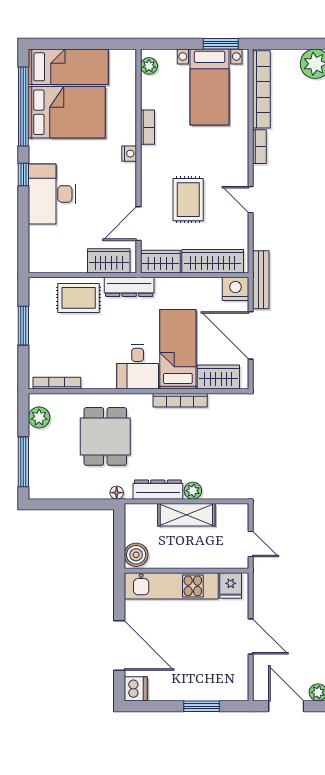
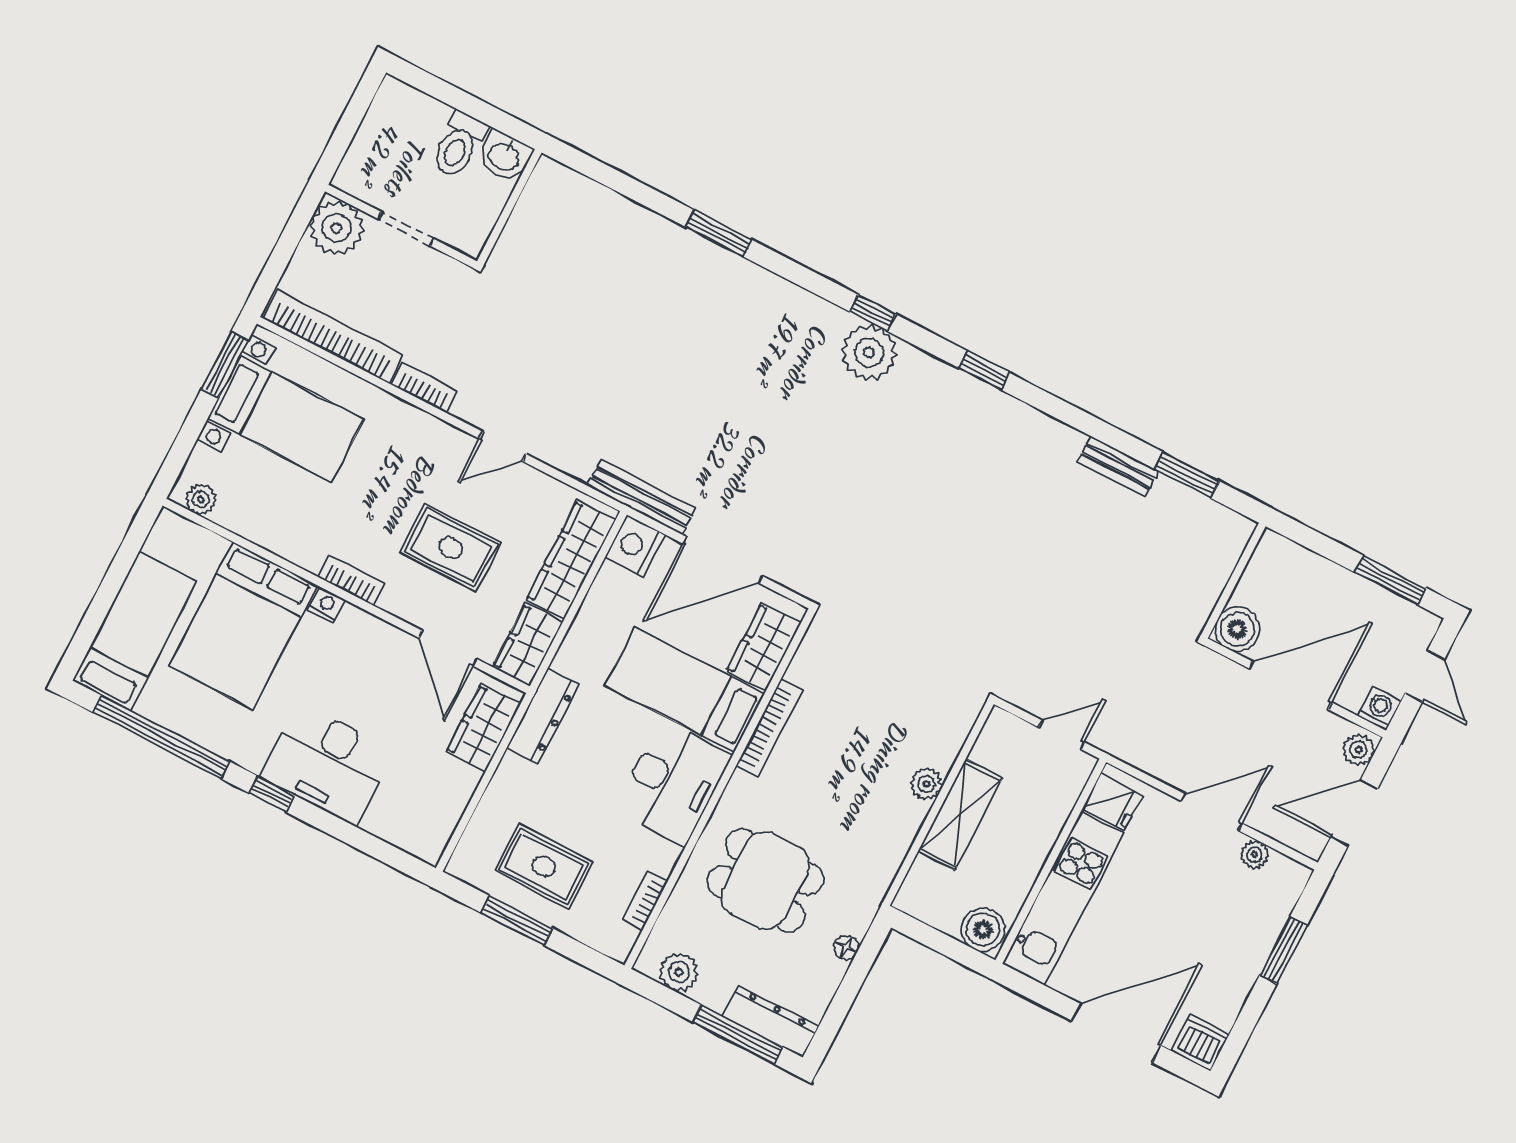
bed: (67, 112) -> (243, 626), moved, turned 180
bookcase: (147, 127) -> (351, 580), moved
rug: (79, 298) -> (544, 866), moved, turned 90
desk: (138, 367) -> (673, 782), width x1.37
bookcase: (57, 383) -> (645, 900), width x0.64
dresser: (158, 490) -> (771, 1021), moved, turned 90
floor lamp: (117, 493) -> (846, 948), moved
plant: (241, 668) -> (1255, 854), added

